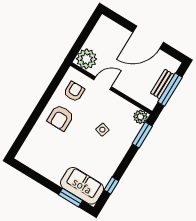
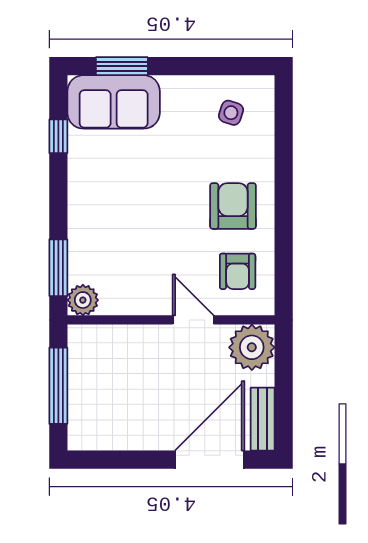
door: (148, 37) -> (210, 460), moved
door: (103, 83) -> (193, 320), swing flipped
bench: (162, 84) -> (263, 419), moved
side table: (102, 130) -> (231, 113), moved

